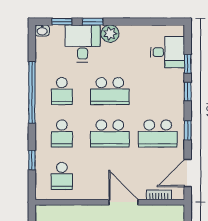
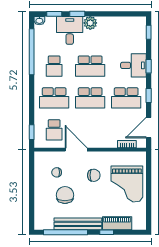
desk: (168, 52) -> (133, 65), moved
window: (188, 64) -> (149, 32), moved
window: (32, 92) -> (32, 52), moved
school desk: (62, 134) -> (54, 98), width x1.85
window: (32, 160) -> (32, 132), moved
door: (124, 202) -> (76, 150), moved

